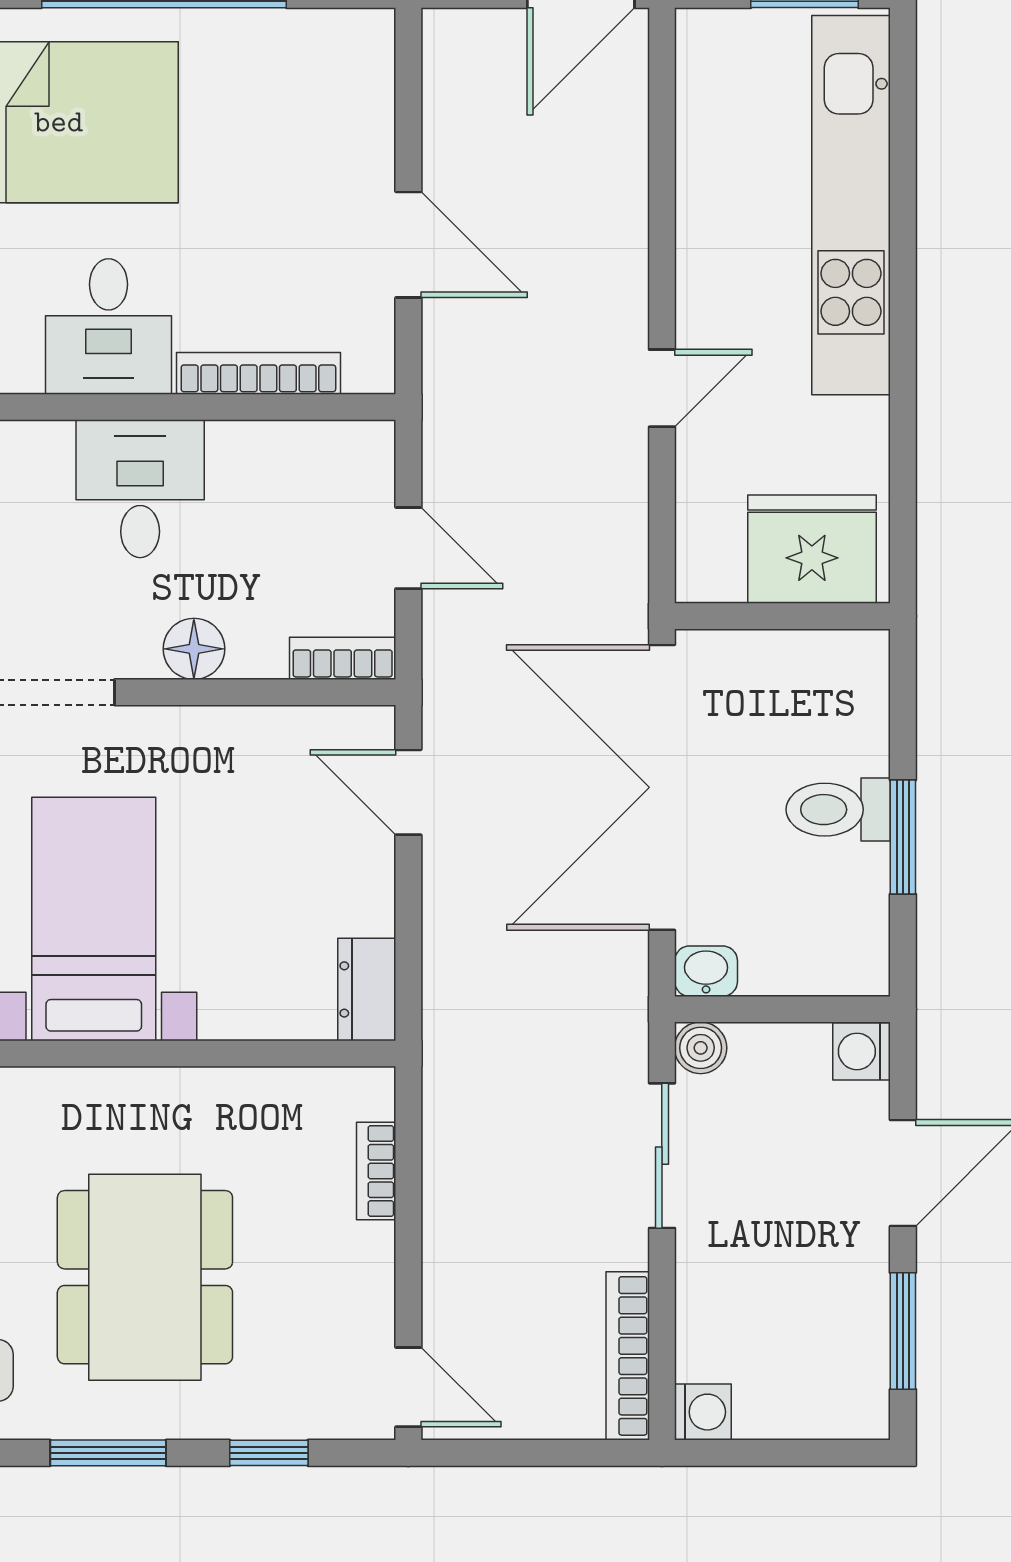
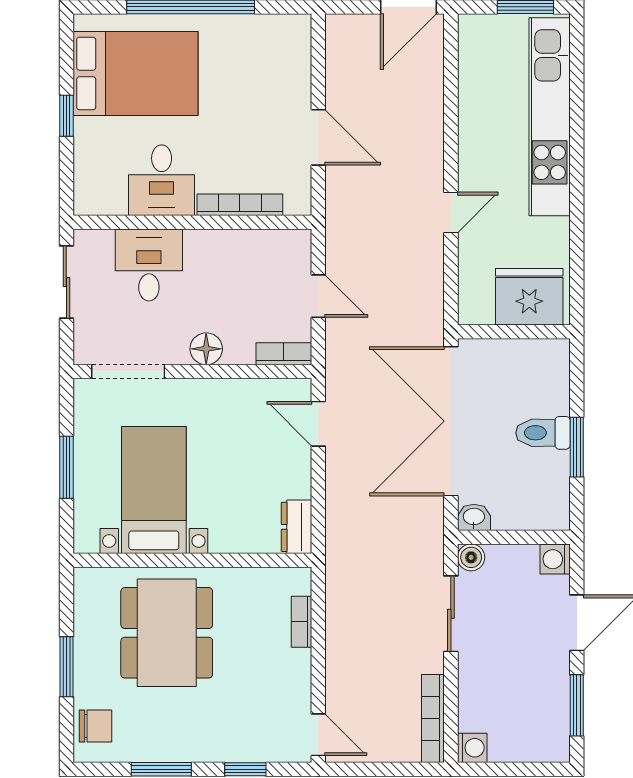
desk: (140, 489) -> (149, 265), moved
dining table: (145, 1277) -> (167, 633), moved

